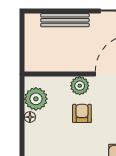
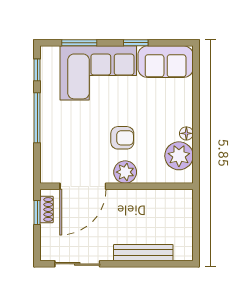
armchair: (82, 113) -> (122, 138), turned -90

